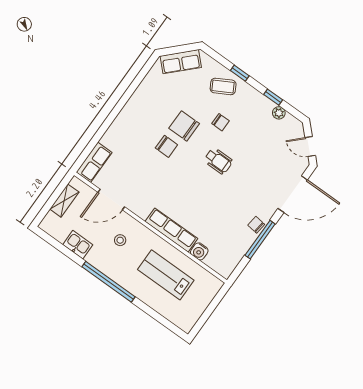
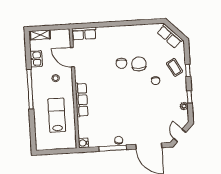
wheelchair: (218, 161) -> (135, 95), removed
shelving: (64, 201) -> (40, 35), moved
water cooler: (199, 251) -> (83, 143), moved

